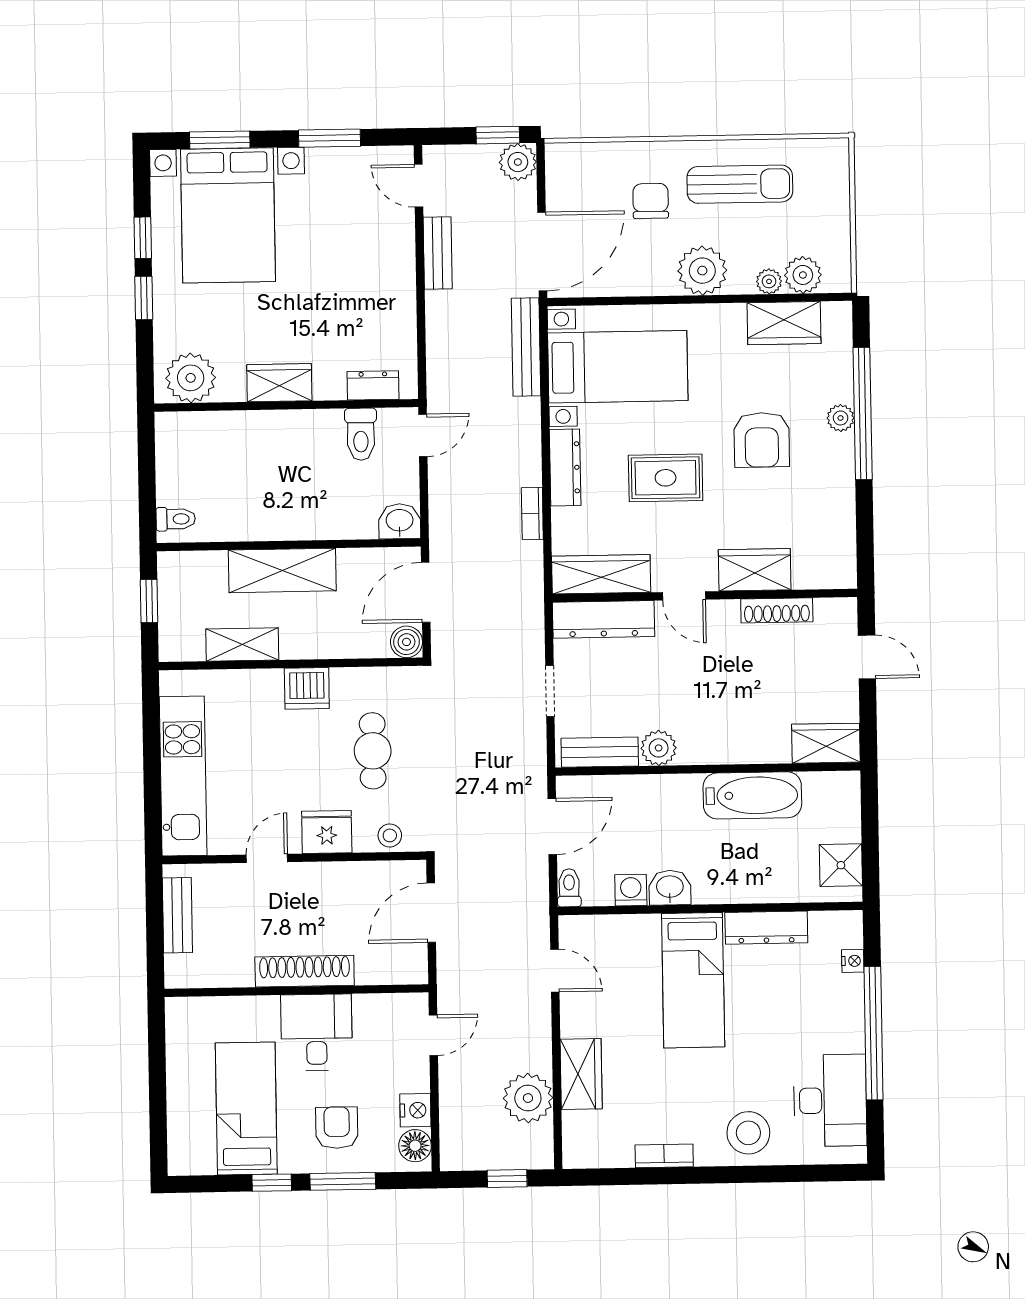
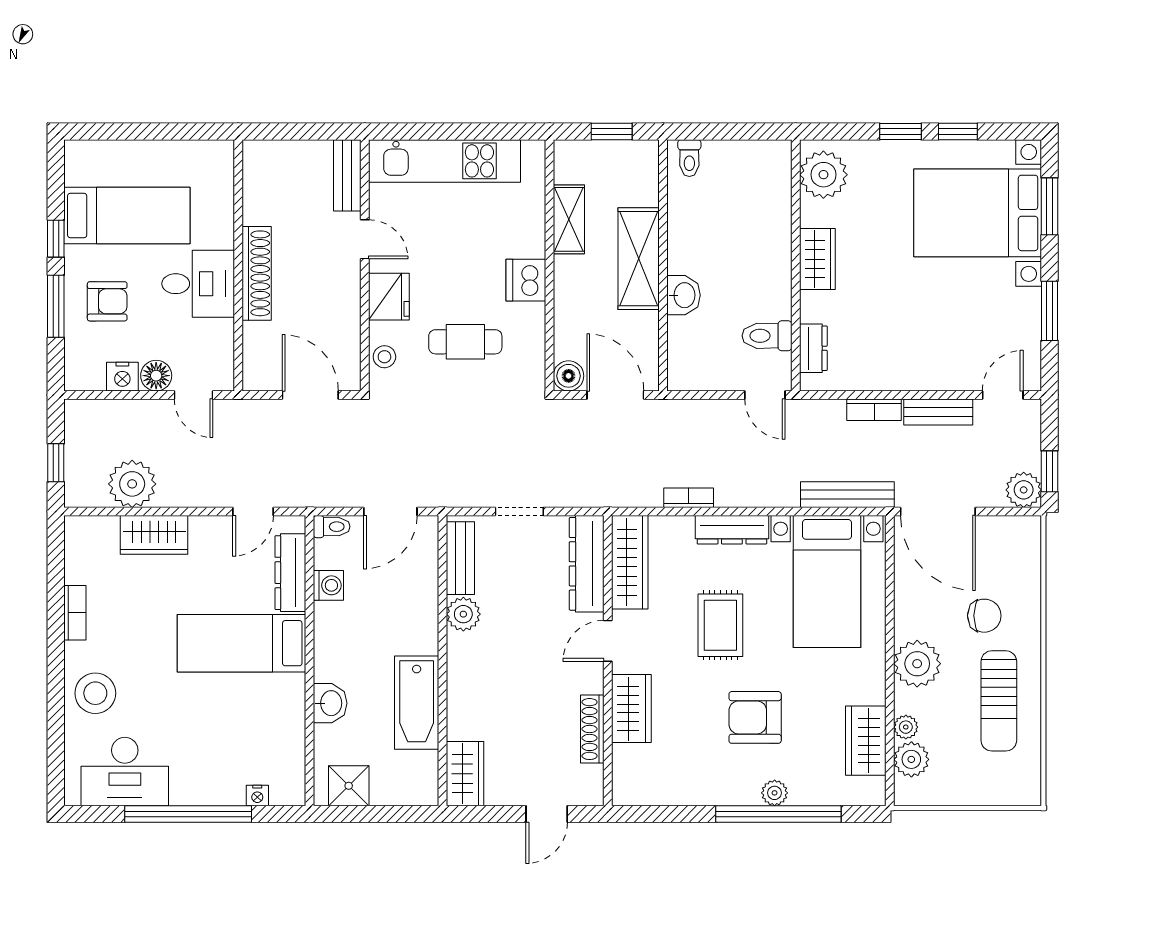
bookcase: (436, 321) -> (874, 410), added
washbasin: (400, 521) -> (684, 295), moved
door: (552, 827) -> (390, 512), hinge flipped
washbasin: (670, 888) -> (330, 703), moved
bench: (177, 915) -> (347, 175), moved, turned 90
dresser: (766, 928) -> (290, 573), moved
floor lamp: (415, 1146) -> (156, 376), moved

